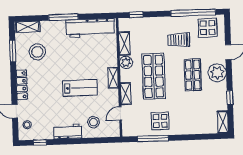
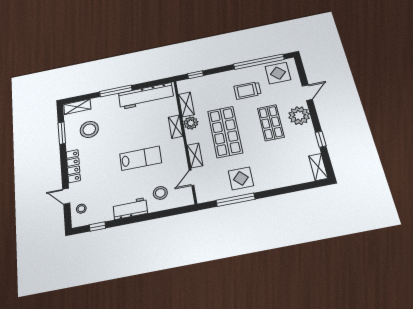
shelving: (113, 78) -> (176, 127), moved

